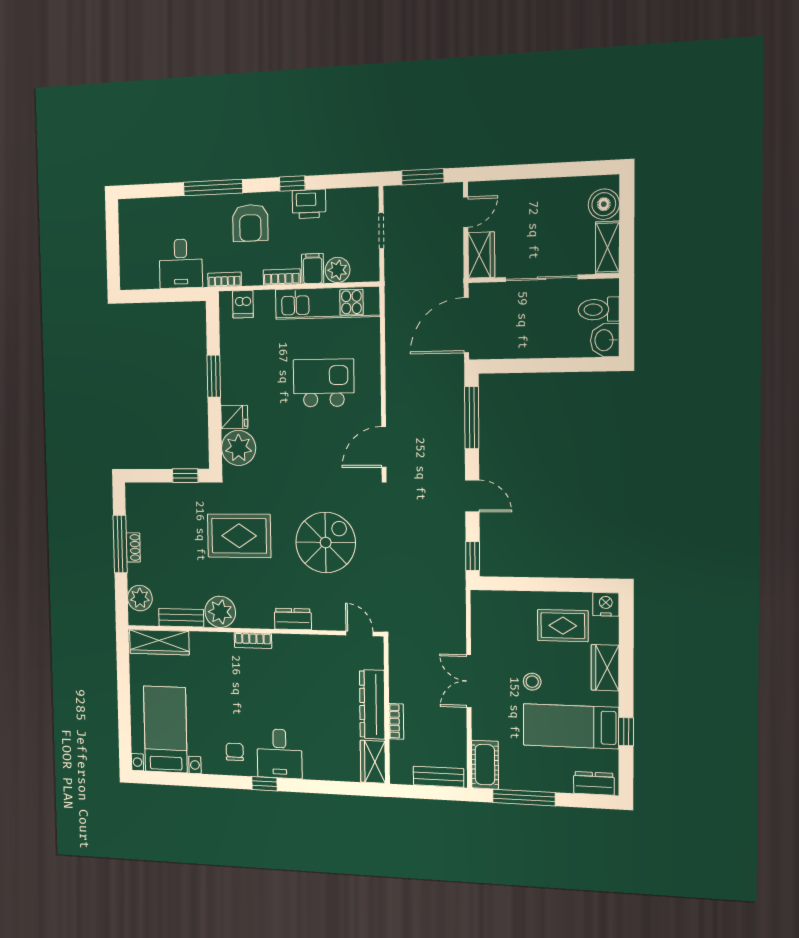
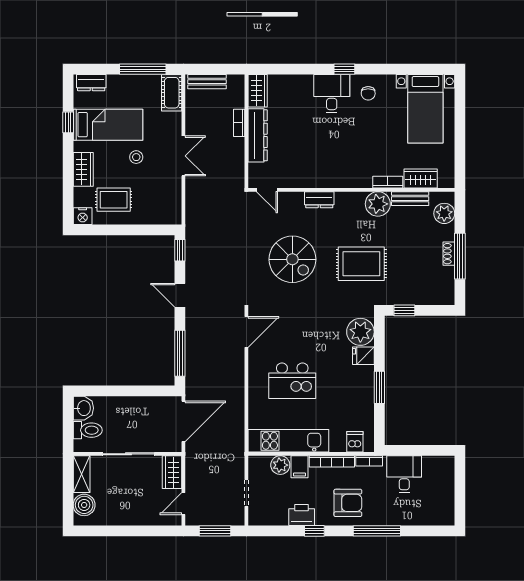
armchair: (250, 223) -> (348, 503), turned 90
bookcase: (282, 277) -> (332, 461), width x1.56
spiral stairs: (326, 542) -> (292, 259), turned -90
bookcase: (253, 640) -> (388, 182), moved
wardrobe: (159, 642) -> (421, 178), width x0.67

